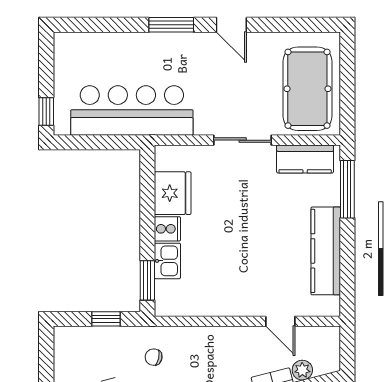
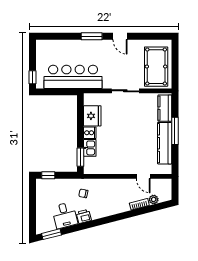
kitchen counter: (305, 159) -> (165, 108), moved, turned 90
window: (347, 189) -> (175, 131), moved
window: (106, 319) -> (48, 175), moved

